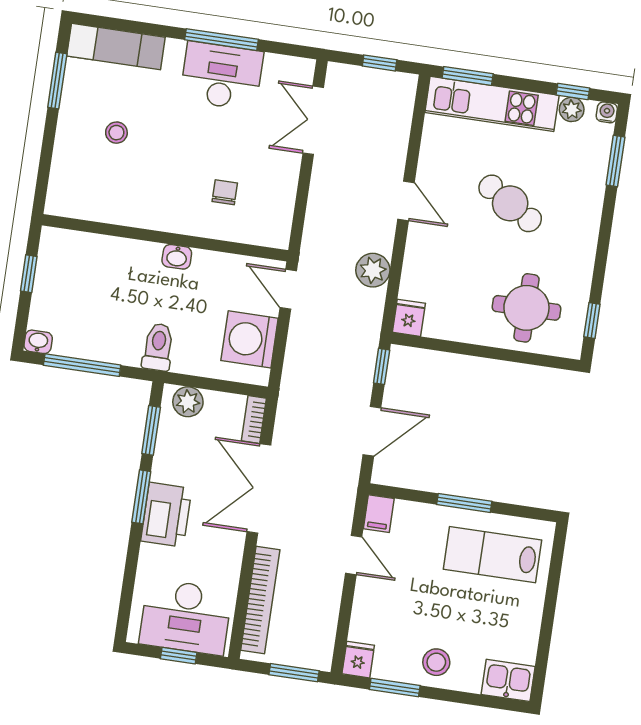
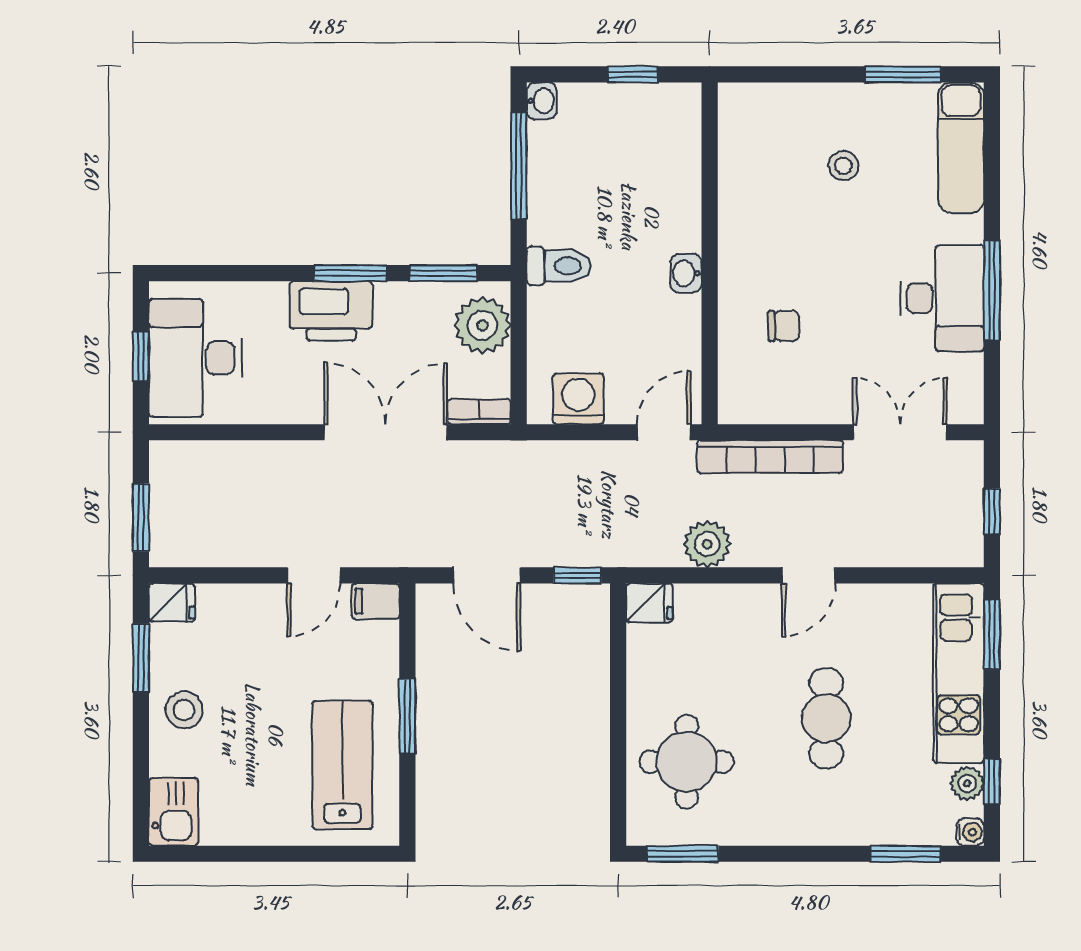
cafe table: (510, 203) -> (826, 718), turned -32
window: (592, 320) -> (683, 854), width x1.50
washing machine: (250, 339) -> (578, 399), width x0.73, depth x0.73
plant: (188, 402) -> (482, 325), width x1.36, depth x1.36
bookcase: (260, 600) -> (770, 457), moved

